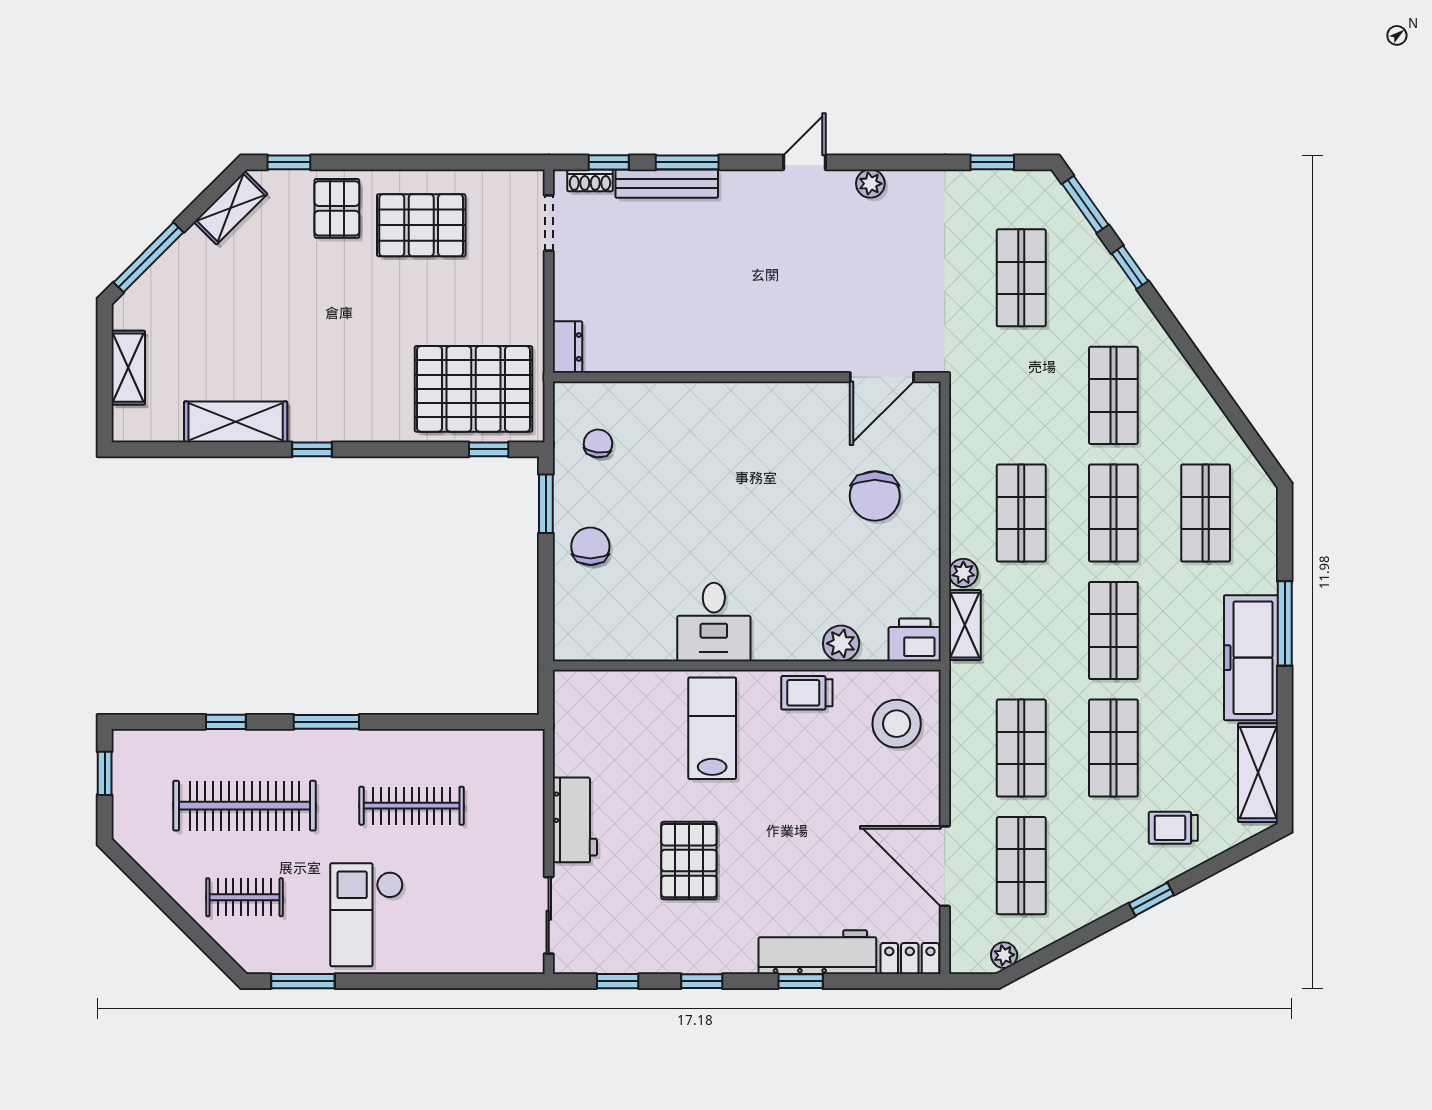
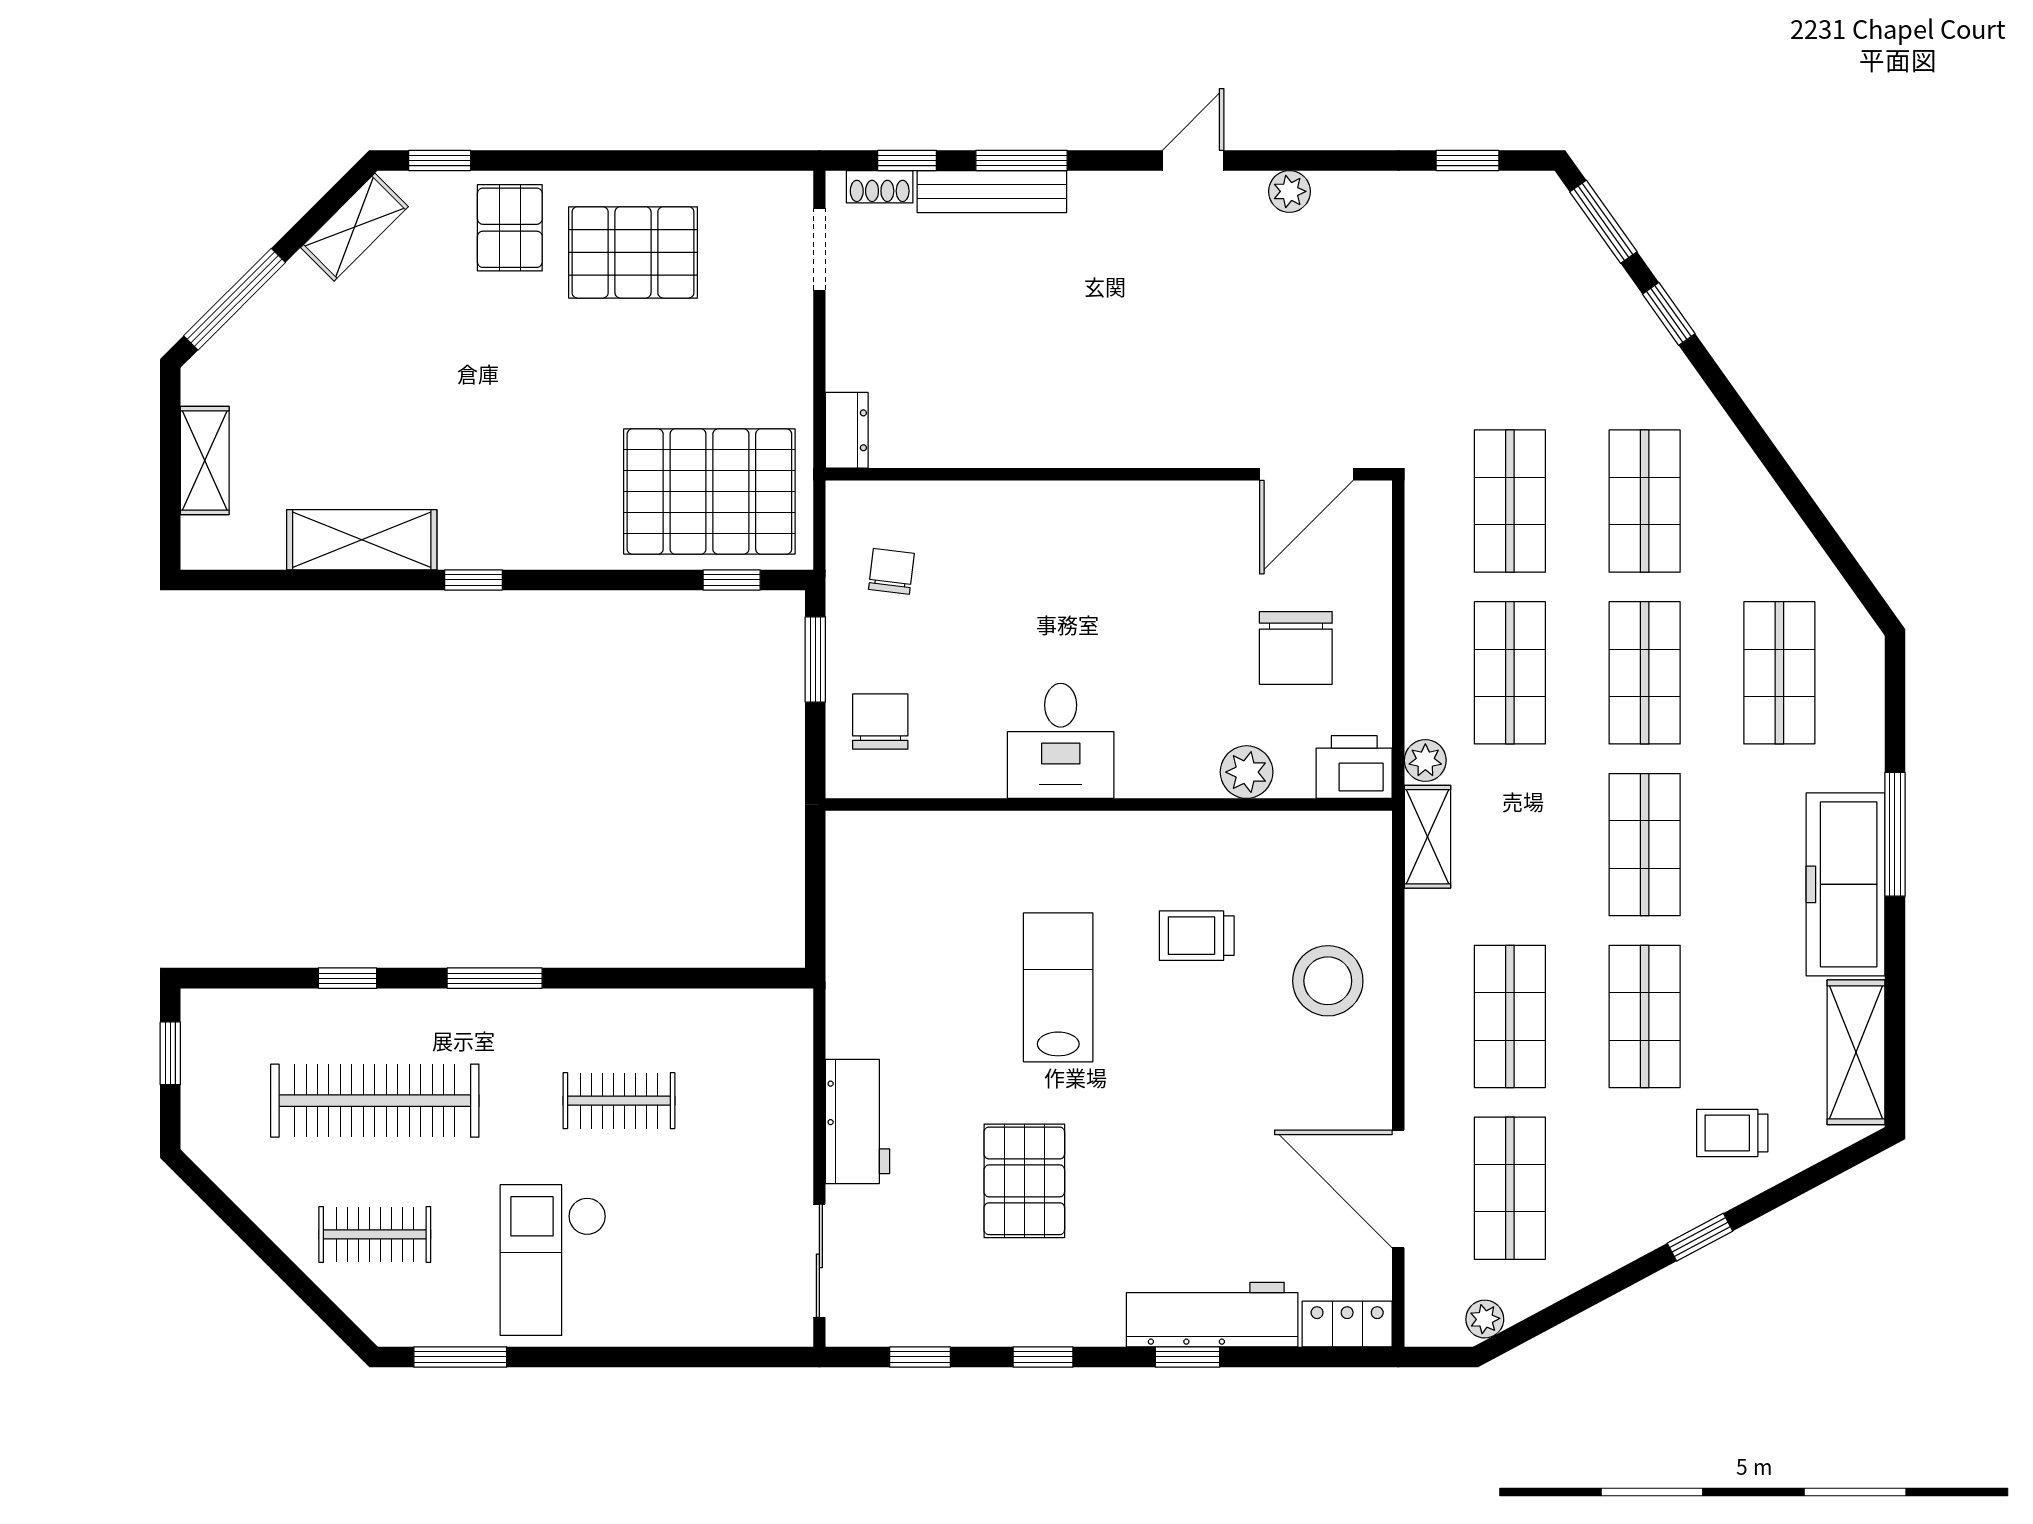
shop shelf: (1021, 278) -> (1510, 501), moved
desk: (714, 622) -> (1061, 741), moved
printer: (915, 640) -> (1354, 767), moved
plant: (841, 643) -> (1247, 772), moved
wall: (747, 666) -> (1109, 804), moved
clothes rail: (412, 806) -> (619, 1101), width x0.73

